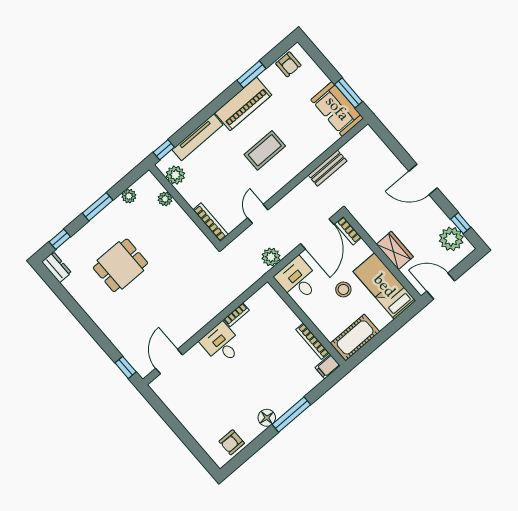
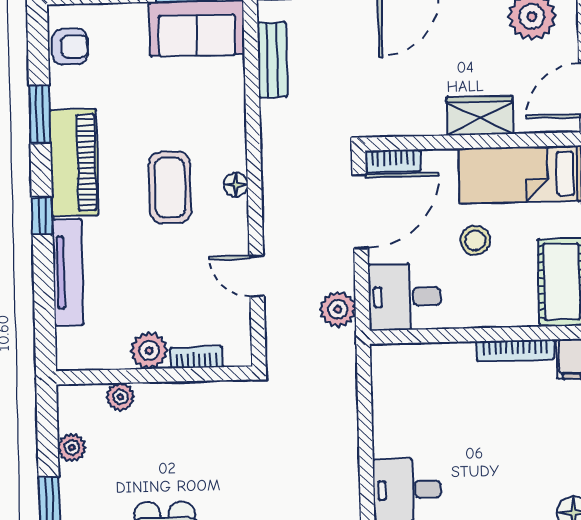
window: (164, 150) -> (42, 216), moved
bench: (328, 168) -> (272, 60), moved
plant: (175, 175) -> (149, 351), moved
floor lamp: (287, 176) -> (236, 185), added
bookcase: (211, 222) -> (197, 357), width x0.64
door: (317, 234) -> (360, 211), hinge flipped
bookcase: (236, 315) -> (382, 432), removed

